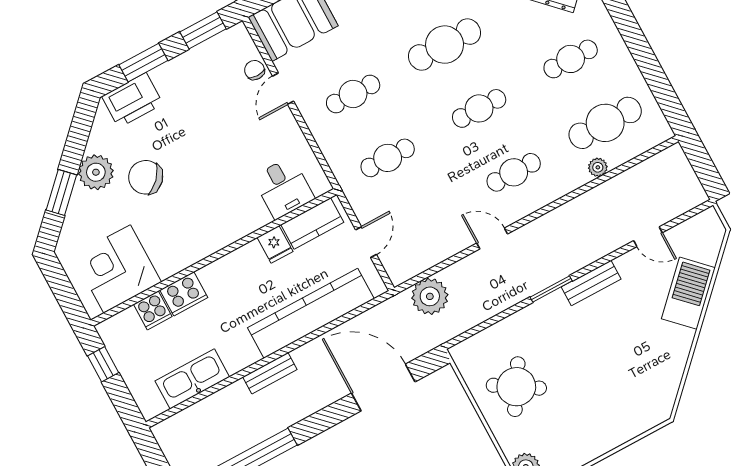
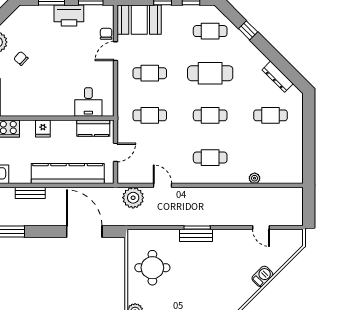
printer: (132, 100) -> (69, 15), moved
cafe table: (605, 123) -> (271, 158), removed
chair: (146, 177) -> (21, 58), width x0.54, depth x0.54
door: (492, 239) -> (163, 185), moved
fridge: (275, 244) -> (43, 128), moved
bench: (591, 283) -> (196, 235), moved
barbecue: (688, 293) -> (262, 276), width x0.53, depth x0.65
round table: (516, 387) -> (152, 268), turned -32

